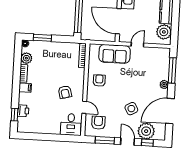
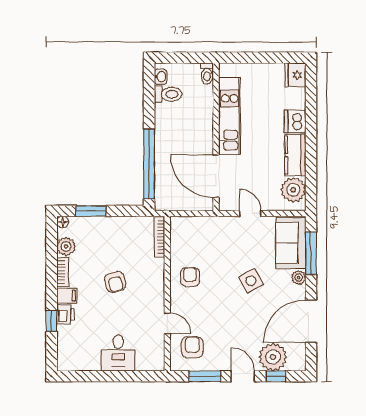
door: (137, 45) -> (250, 213), hinge flipped
sofa: (115, 54) -> (291, 243), moved, turned 90
armchair: (65, 92) -> (115, 282), moved
side table: (131, 109) -> (251, 281), moved
printer: (23, 111) -> (66, 314), moved
window: (14, 115) -> (52, 321), moved
desk: (71, 124) -> (118, 353), moved

